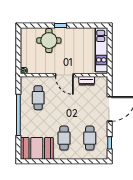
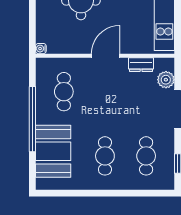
door: (64, 75) -> (106, 56), swing flipped
plant: (102, 90) -> (166, 80), added
booth: (37, 148) -> (53, 151), moved, turned 90

